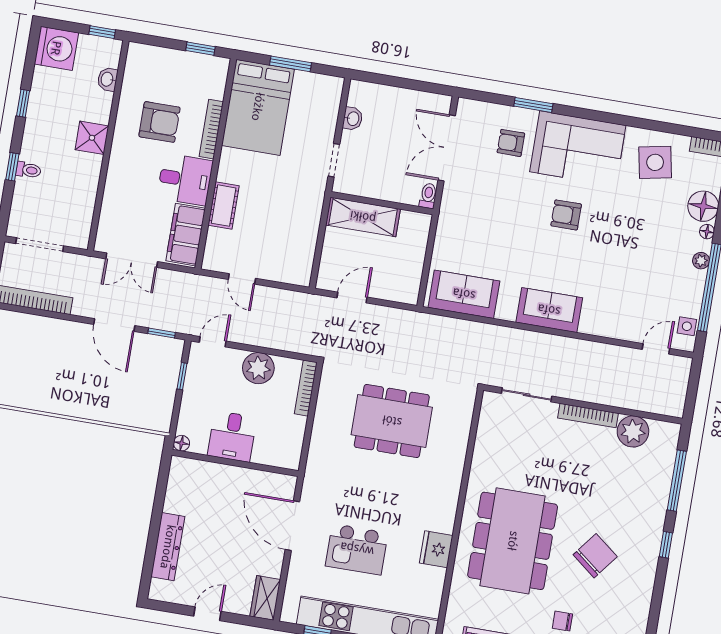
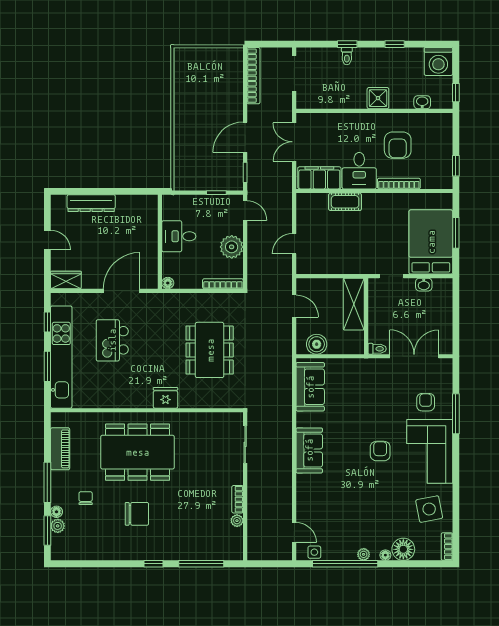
window: (533, 105) -> (456, 414), width x1.44
bed: (258, 107) -> (431, 242), moved, turned 90
boiler: (408, 276) -> (317, 344), added
door: (242, 279) -> (294, 244), moved
bookcase: (588, 416) -> (238, 499), width x0.64
plant: (633, 431) -> (237, 521), width x0.53, depth x0.53
floor lamp: (182, 443) -> (168, 283), moved
fridge: (436, 549) -> (165, 398), moved
chair: (595, 556) -> (137, 514), turned -38

